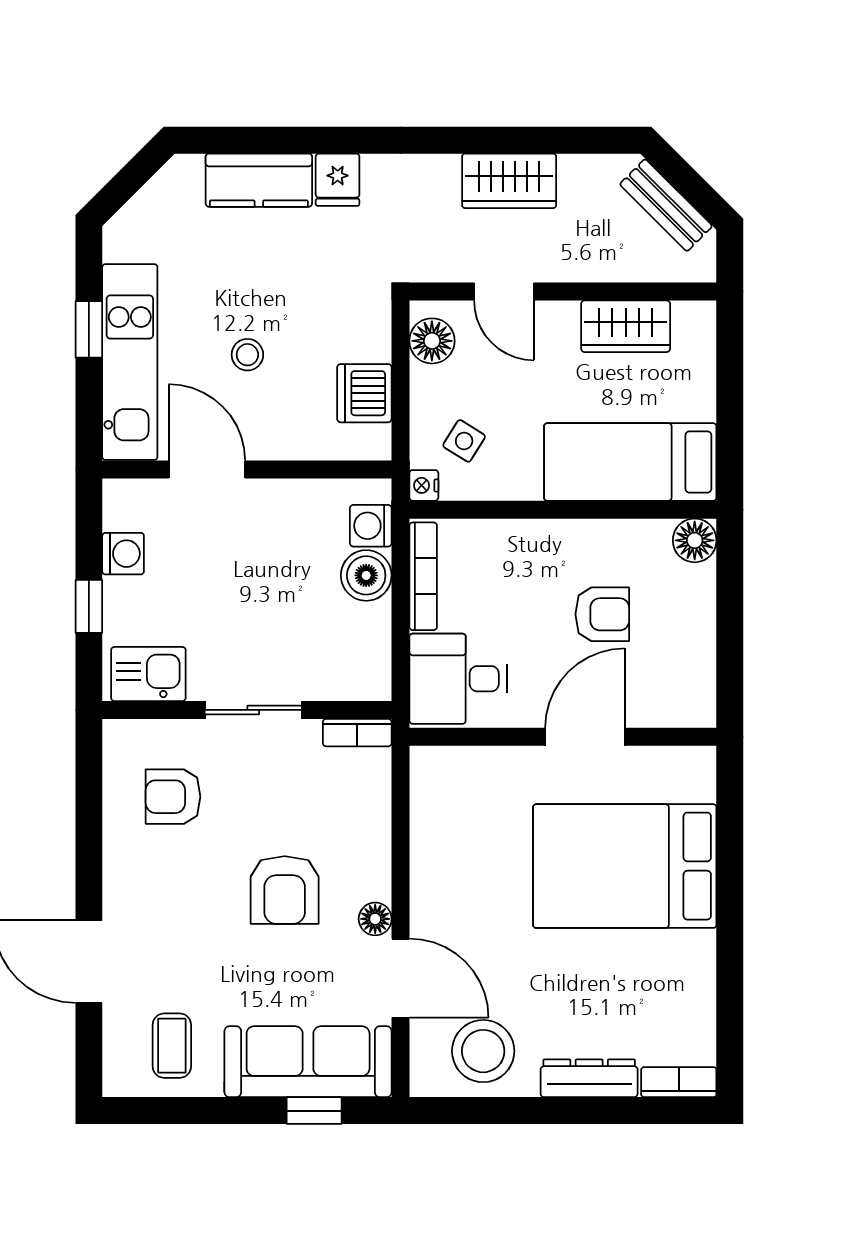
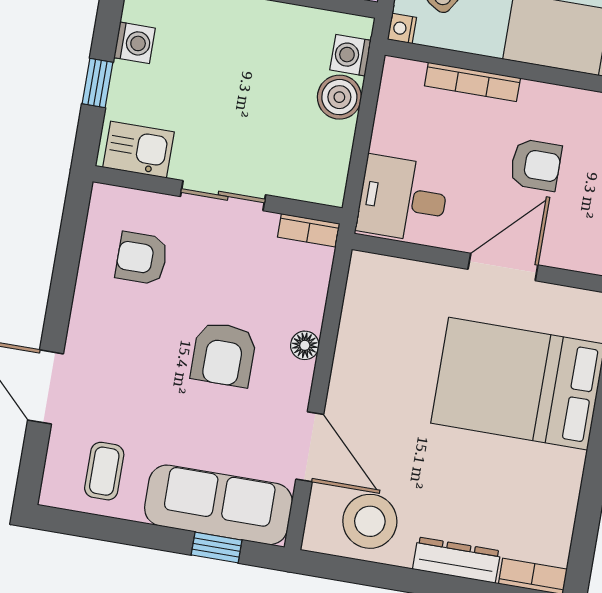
bookcase: (423, 576) -> (472, 82), moved, turned 90
floor lamp: (375, 919) -> (305, 345), moved

